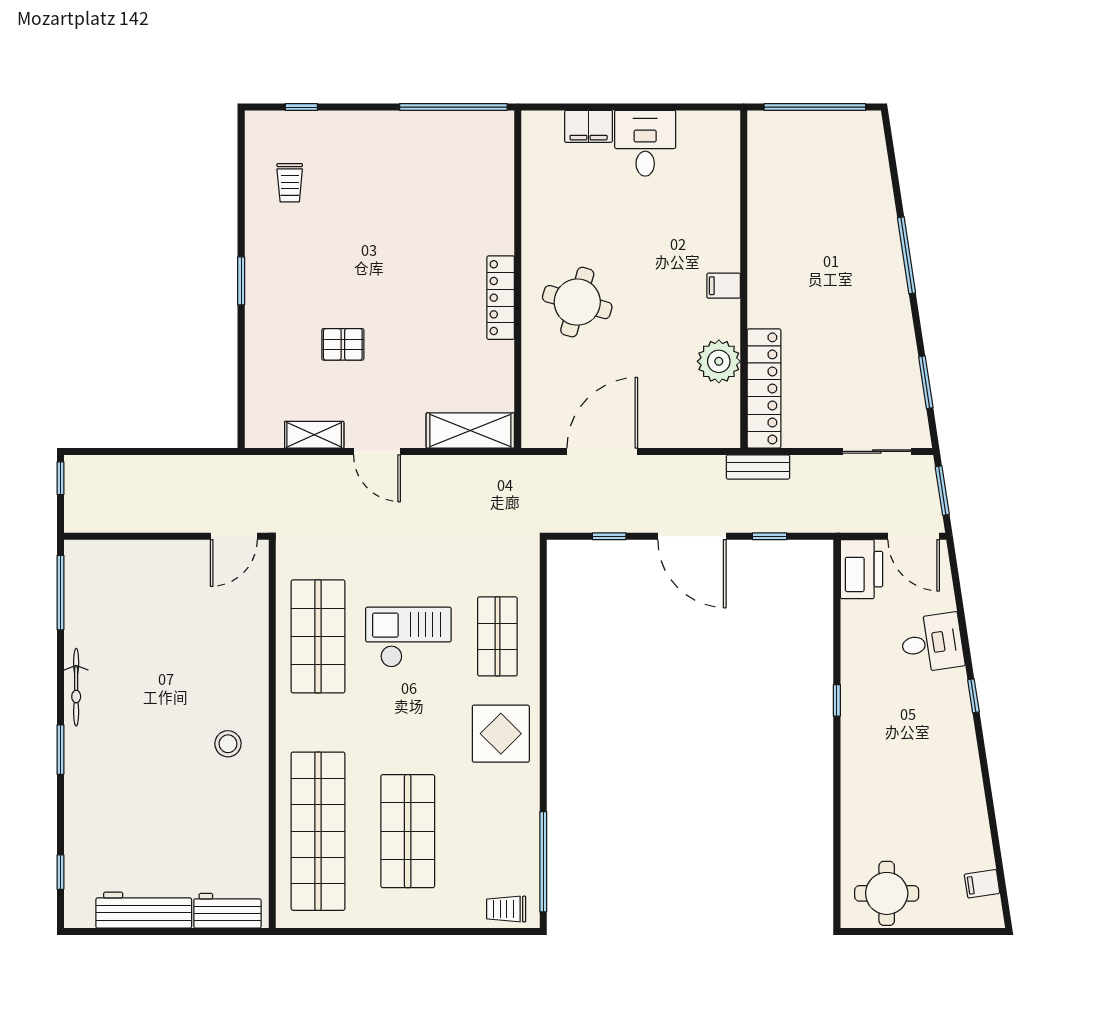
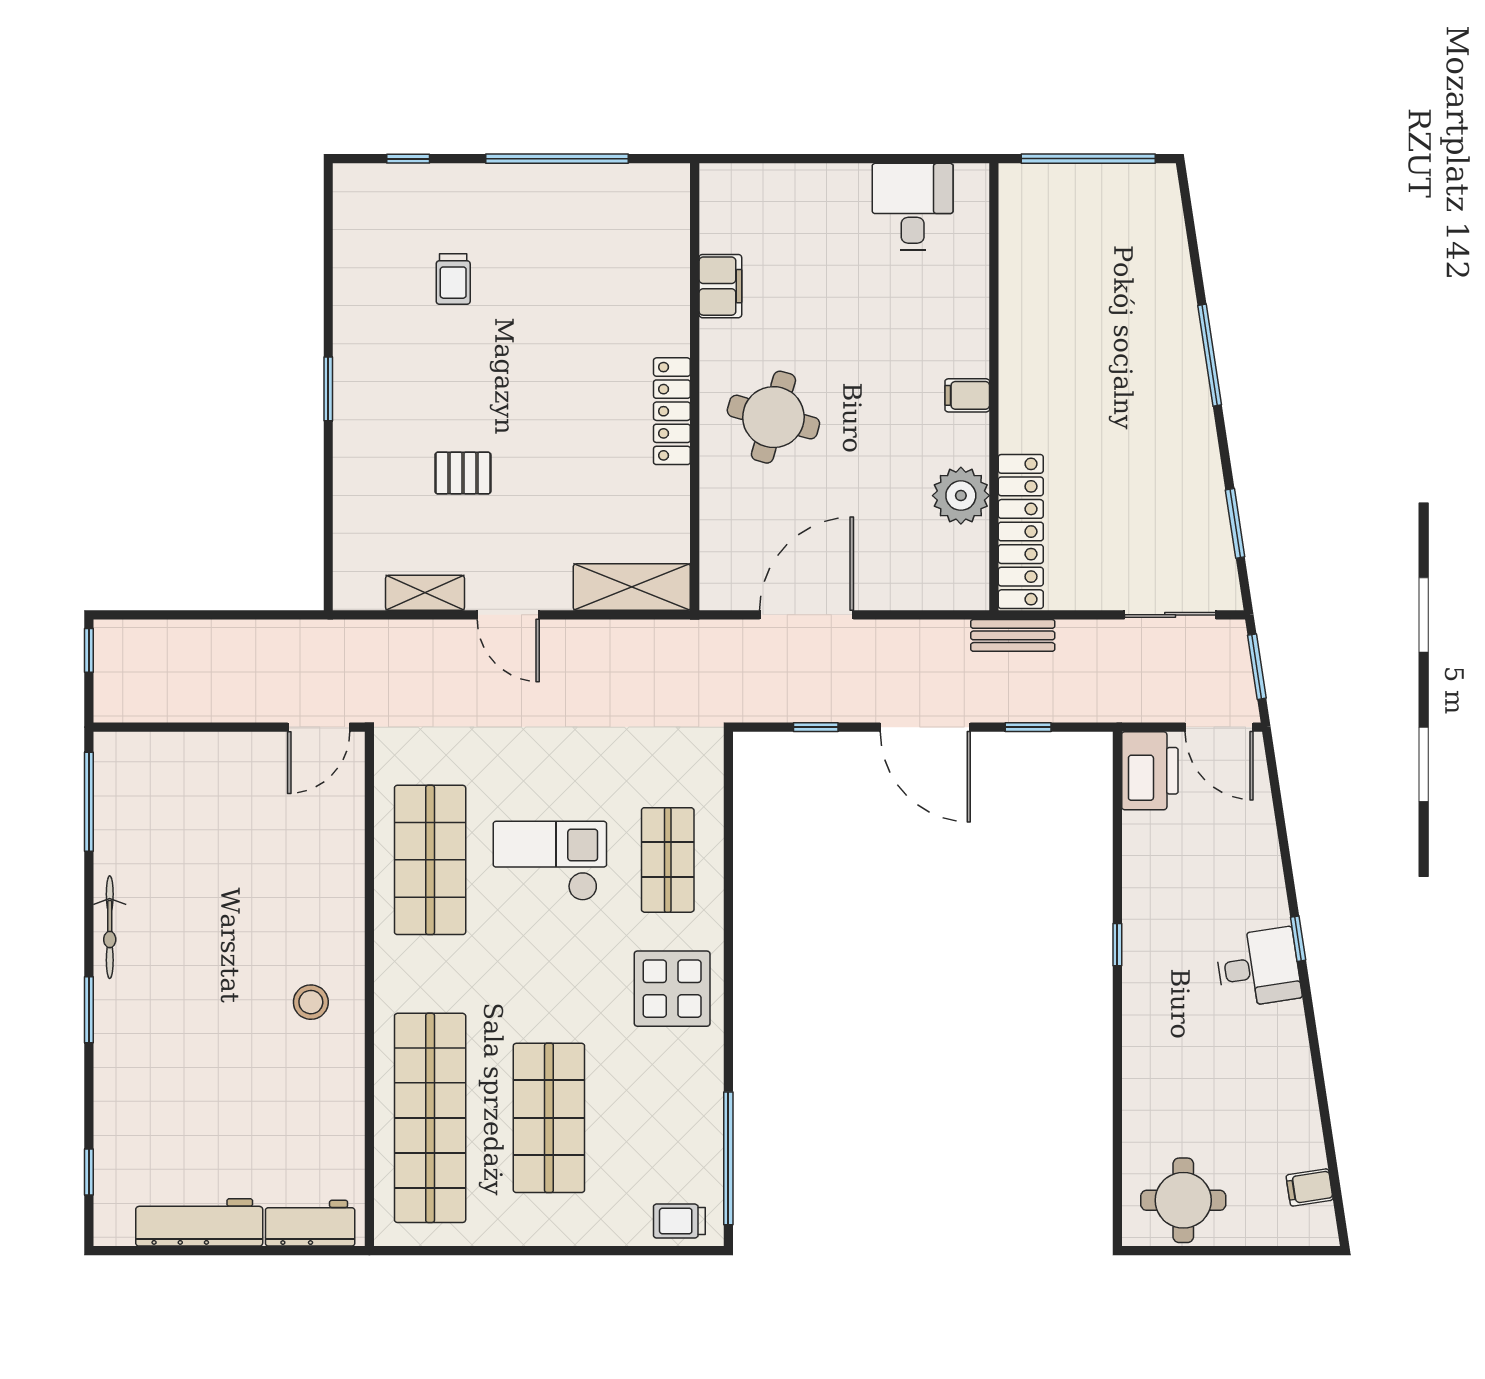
window: (453, 107) -> (557, 159), moved
filing cabinet: (589, 126) -> (720, 286), moved, turned -90
desk: (645, 143) -> (913, 207), moved
trolley: (290, 183) -> (453, 279), moved
desk: (932, 643) -> (1258, 968), moved

